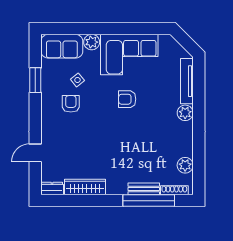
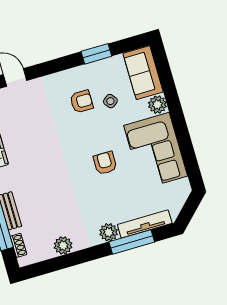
window: (199, 96) -> (132, 242), added
plant: (185, 165) -> (63, 245), moved
shoe rack: (174, 190) -> (19, 245), width x0.70

